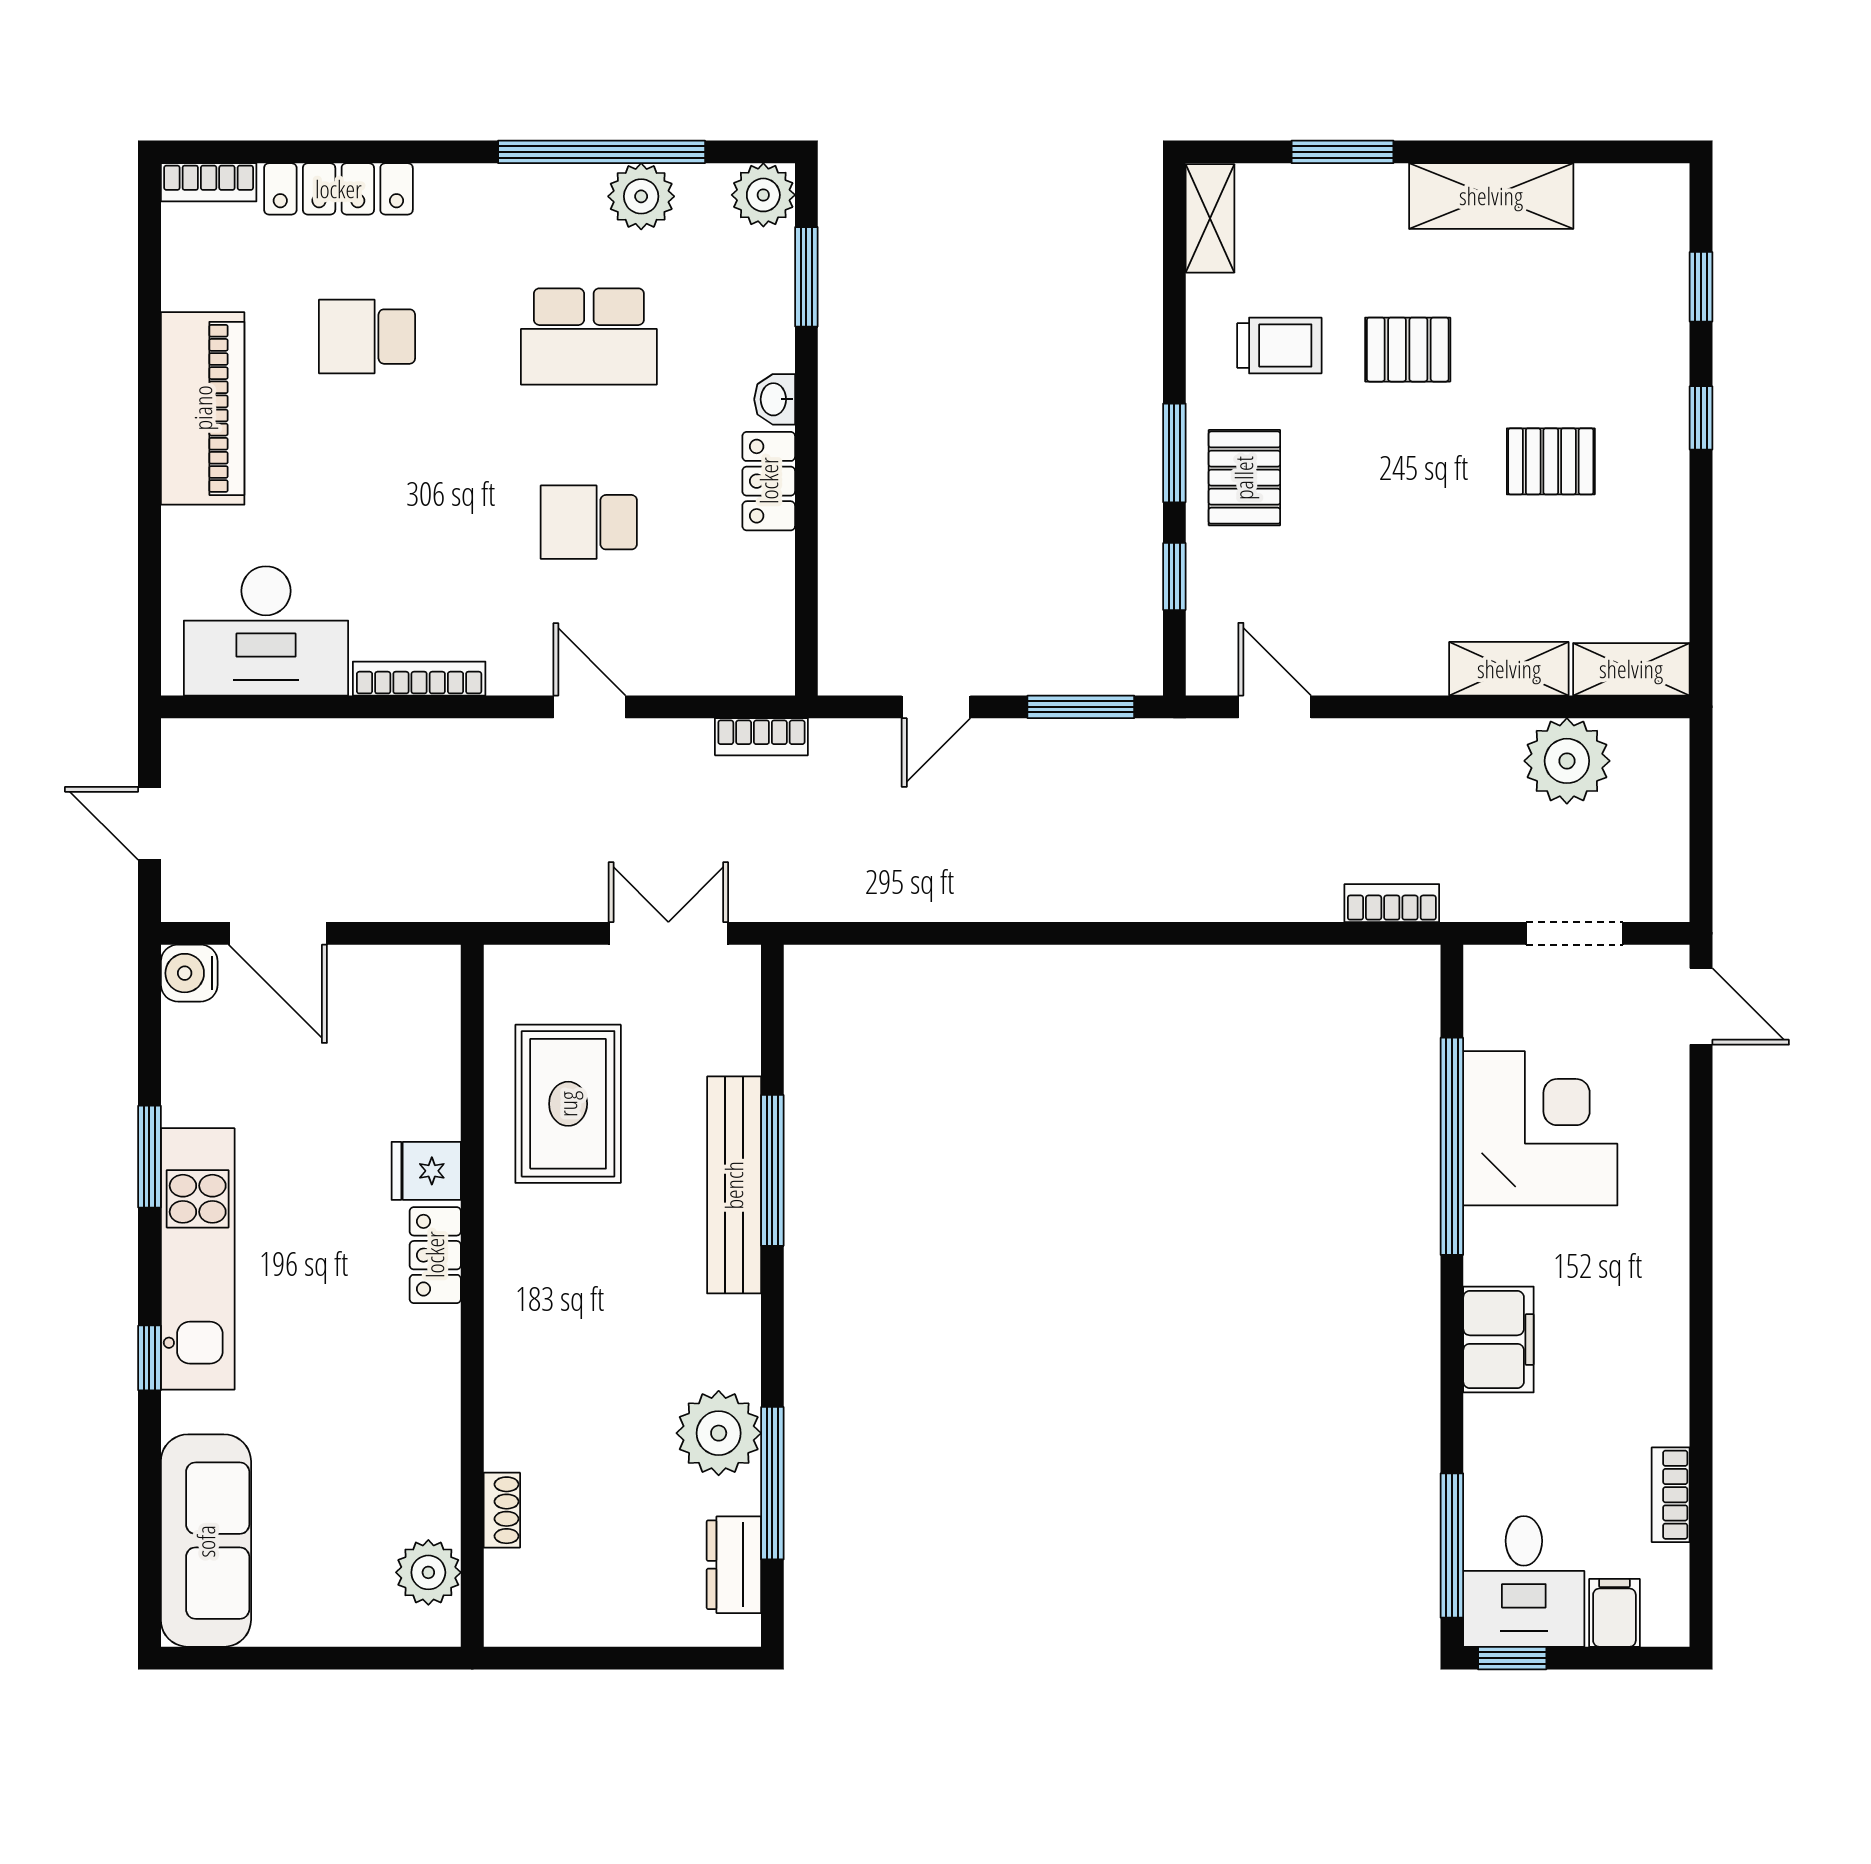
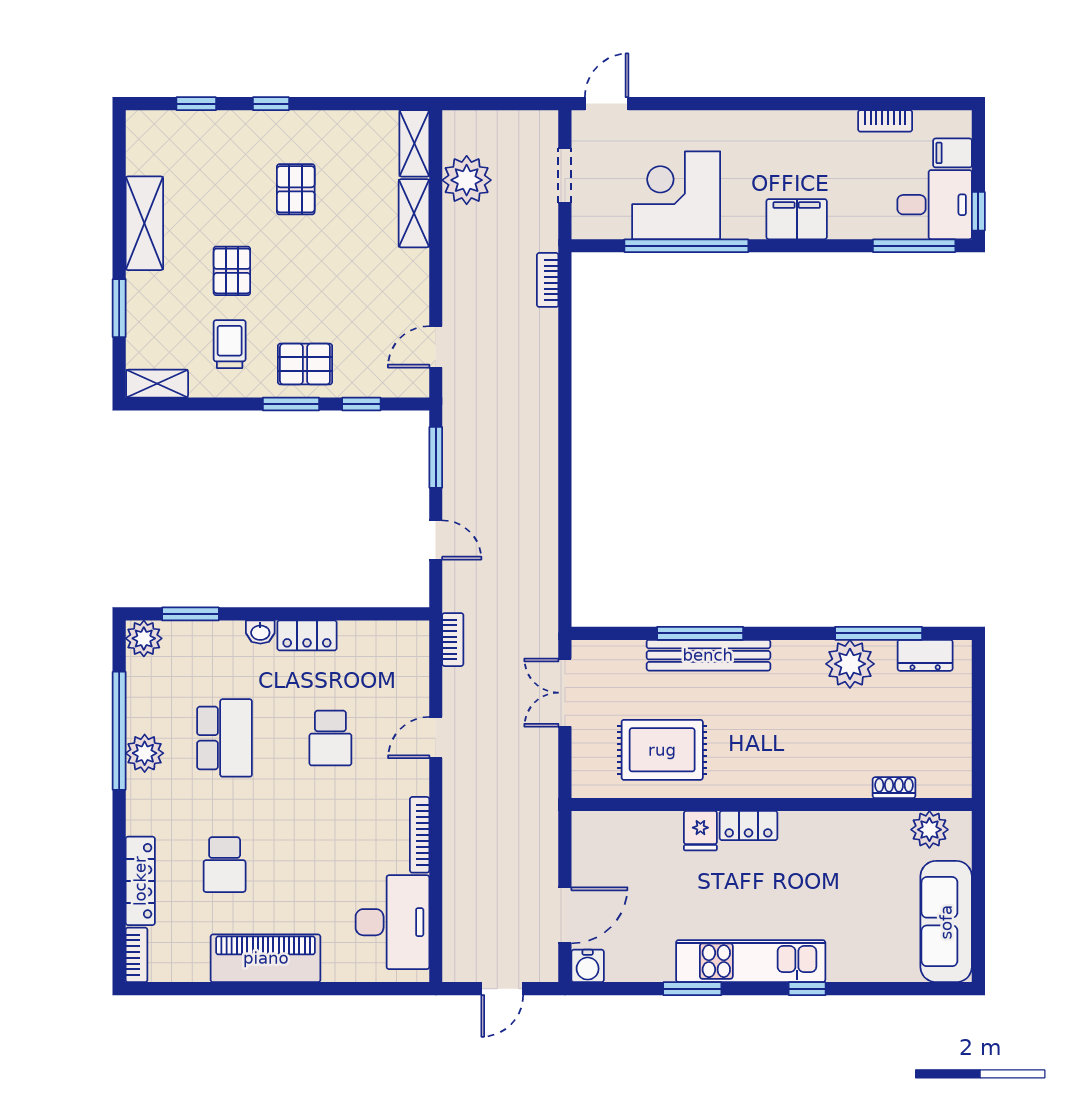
plant: (641, 196) -> (145, 753), moved
sofa: (206, 1541) -> (946, 922), moved, turned -90

